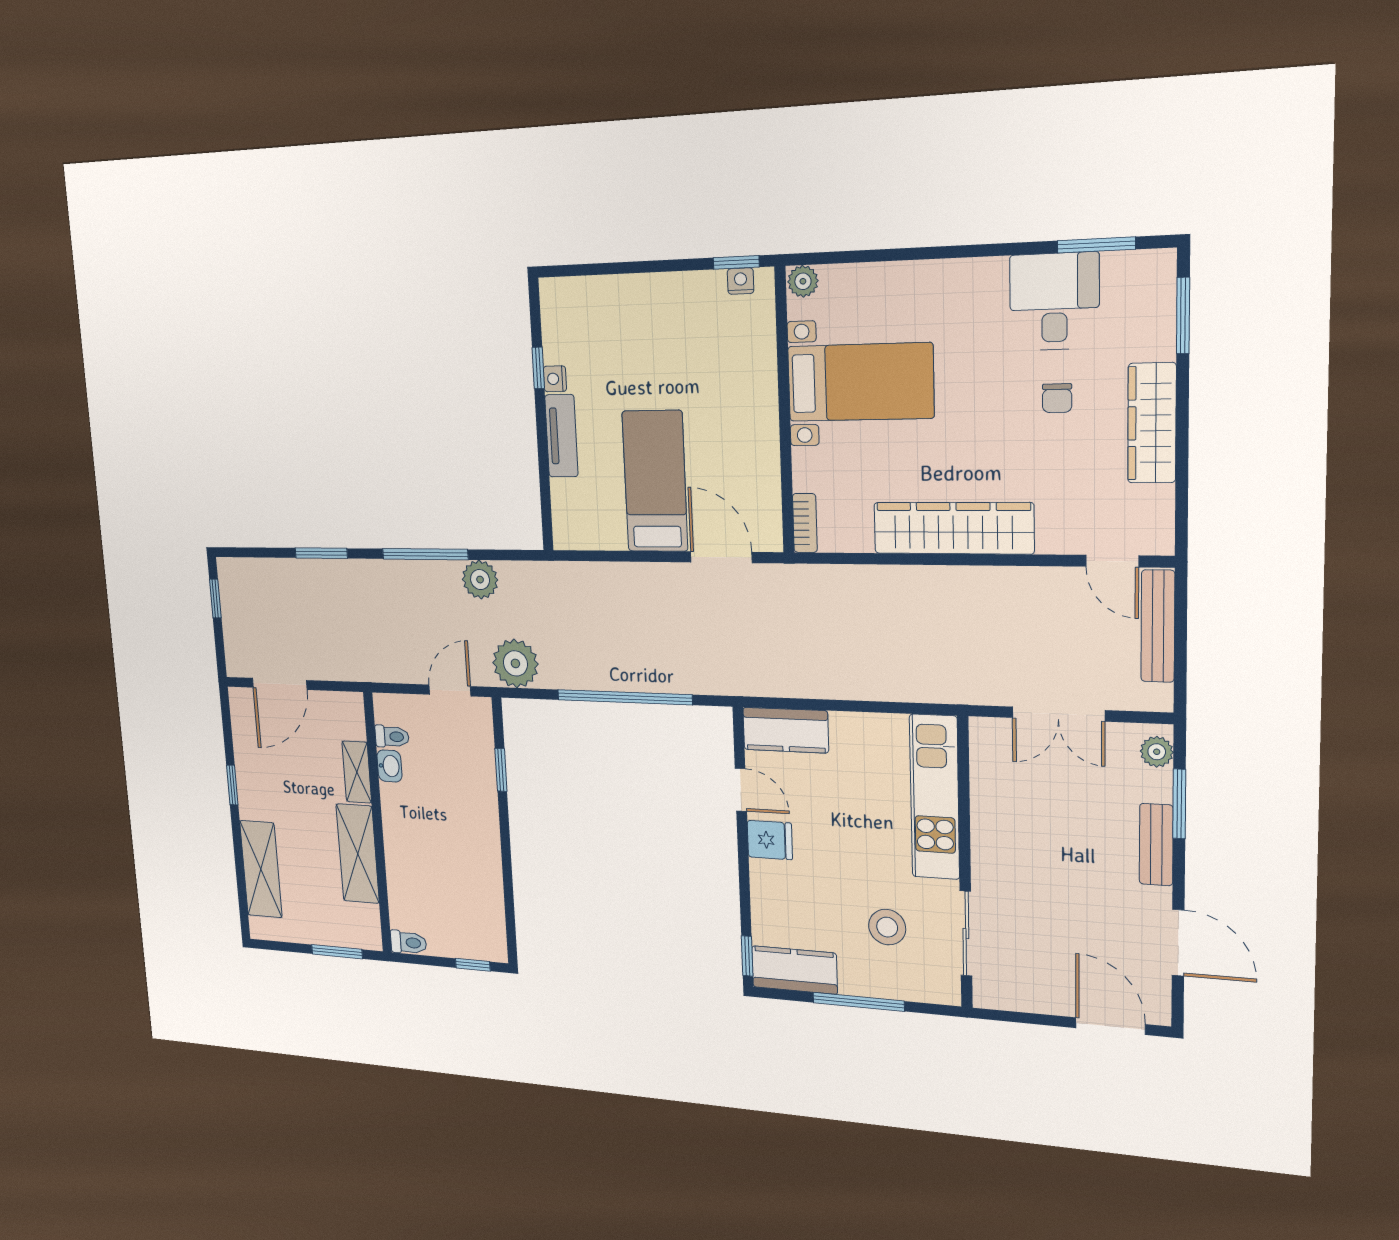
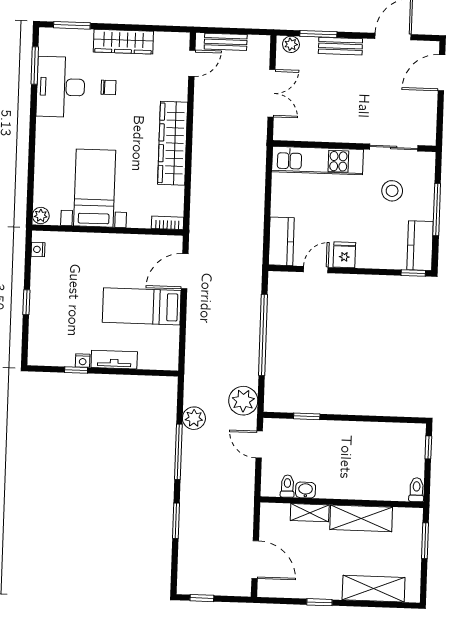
window: (736, 262) -> (26, 302), moved
desk: (1054, 302) -> (61, 87), width x1.37
bench: (1158, 626) -> (226, 42), width x0.73

